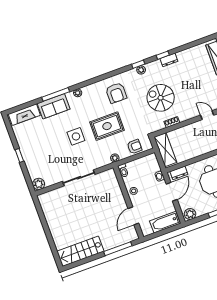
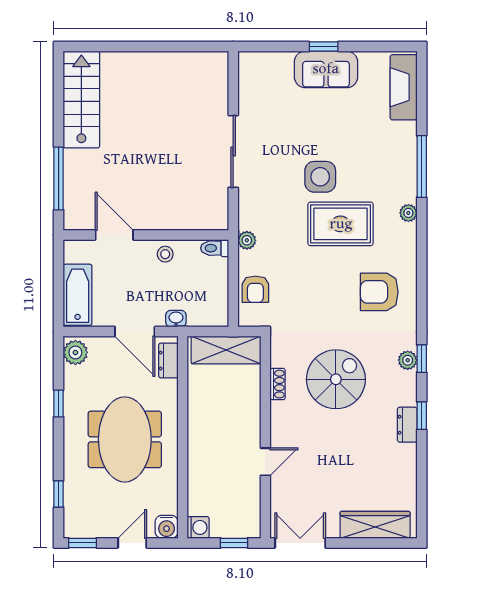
sofa: (54, 106) -> (326, 69), moved, turned -90
rug: (107, 126) -> (341, 224), moved, turned 90
plant: (39, 184) -> (251, 64), removed

